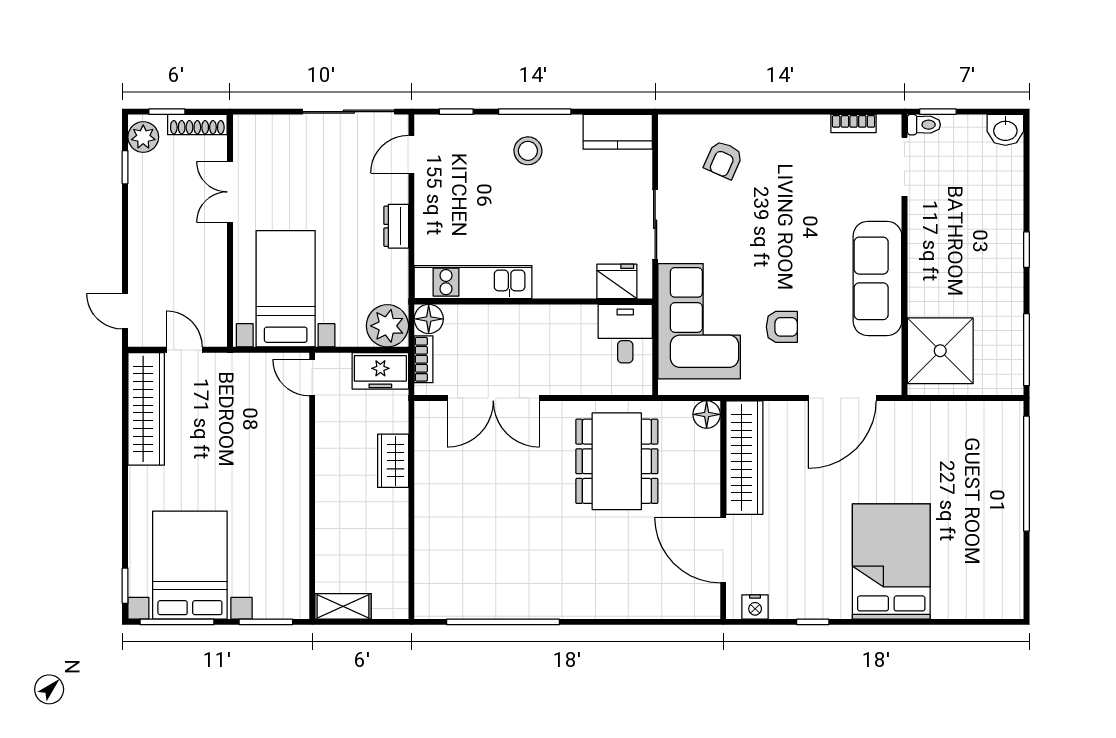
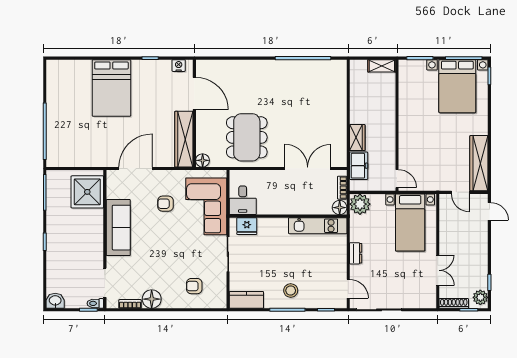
floor lamp: (810, 133) -> (152, 299), added
door: (411, 154) -> (348, 289), hinge flipped
armchair: (723, 160) -> (194, 286), turned -114
freezer: (380, 371) -> (359, 166), moved, turned 90

